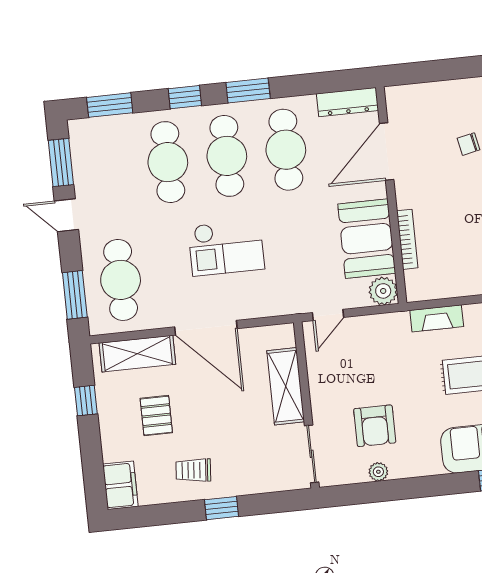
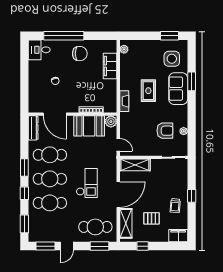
shelving: (286, 386) -> (135, 165), moved

